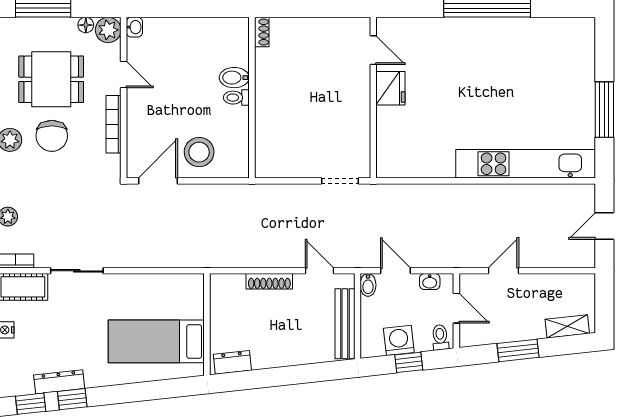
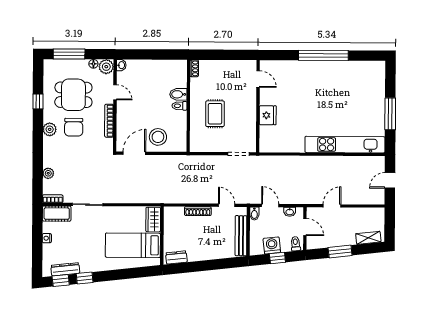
fridge: (390, 88) -> (268, 115), moved
rug: (298, 111) -> (215, 114), added
wardrobe: (192, 296) -> (153, 220), added
dresser: (59, 382) -> (65, 269), moved

